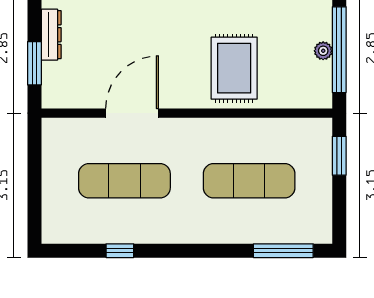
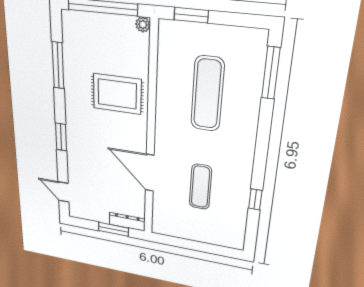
dresser: (51, 35) -> (127, 222), moved
plant: (323, 51) -> (143, 25), moved
exercise mat: (124, 181) -> (200, 187), width x0.73, depth x0.69

